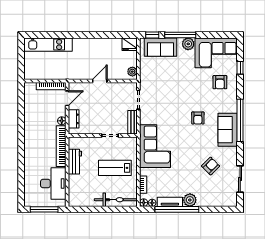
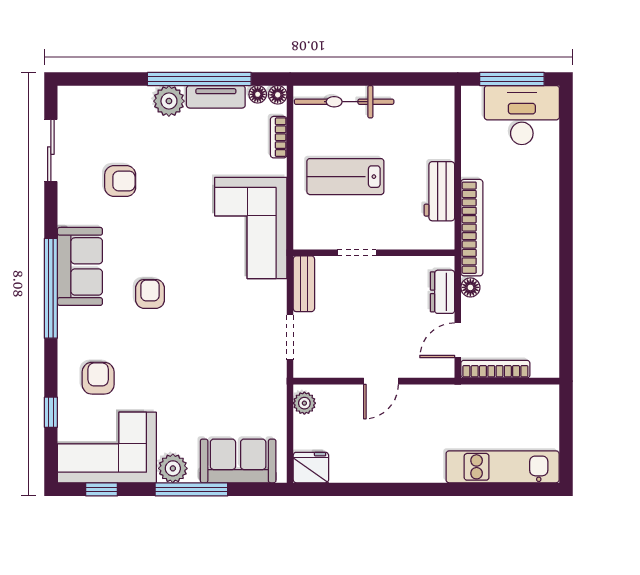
window: (152, 35) -> (102, 489), moved
armchair: (211, 166) -> (120, 181), turned -135
lab bench: (115, 168) -> (345, 177), turned 180
desk: (53, 184) -> (522, 115), moved, turned 90

